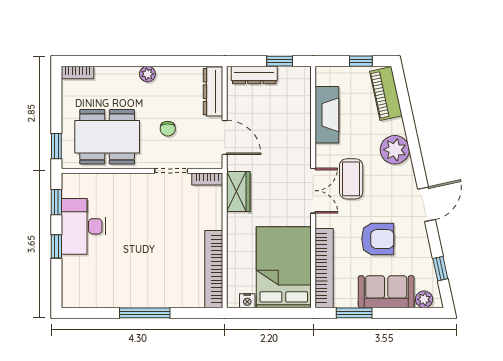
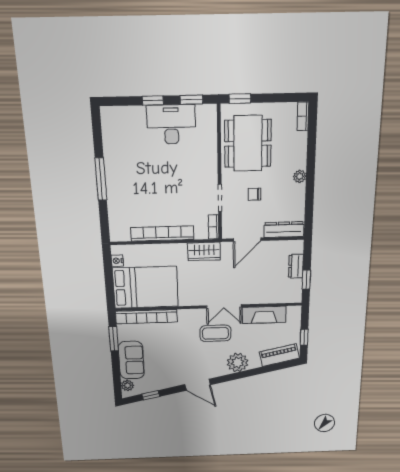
dresser: (254, 75) -> (296, 266), width x0.70
double door: (313, 191) -> (224, 306), moved
armchair: (378, 239) -> (171, 353), removed
bookcase: (214, 269) -> (162, 234), moved

